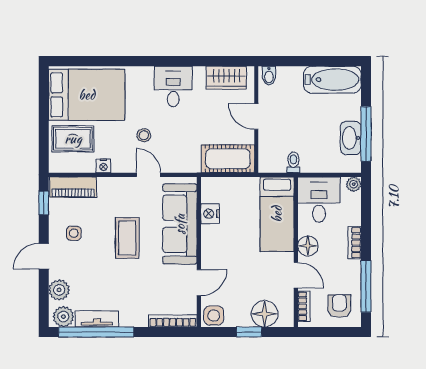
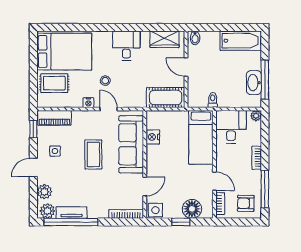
nightstand: (103, 166) -> (88, 103), moved
floor lamp: (308, 246) -> (223, 160), removed
armchair: (339, 306) -> (246, 203), turned -89

